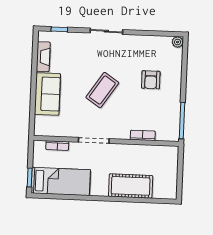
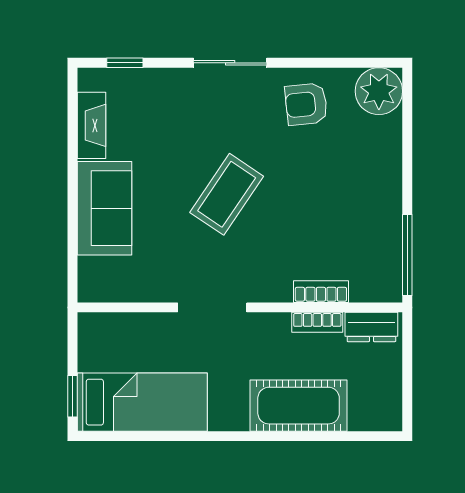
plant: (178, 42) -> (379, 91), width x1.88, depth x1.88
armchair: (151, 80) -> (306, 104), moved, turned 84
bookcase: (57, 146) -> (317, 322), moved
dresser: (165, 152) -> (371, 327), added

